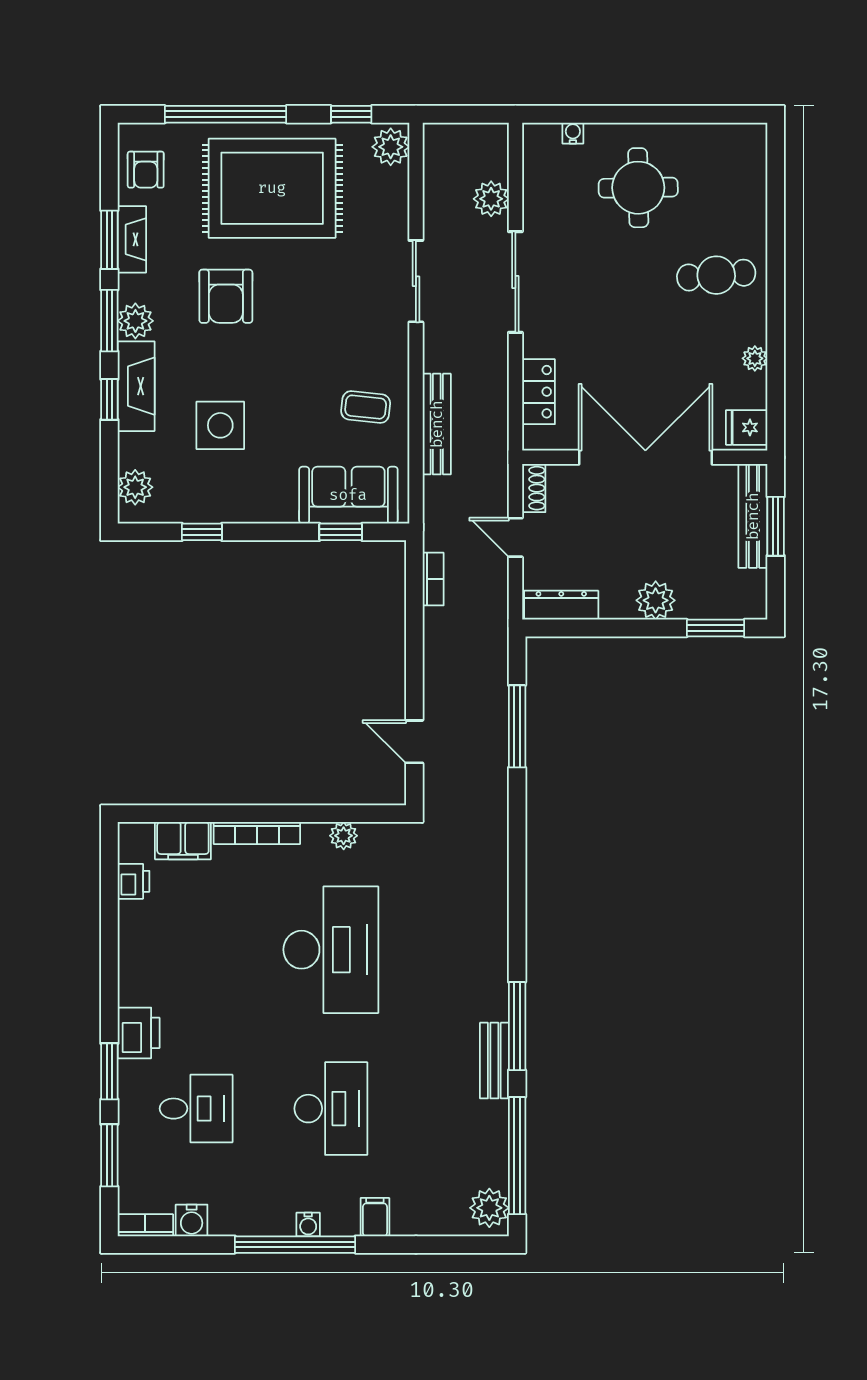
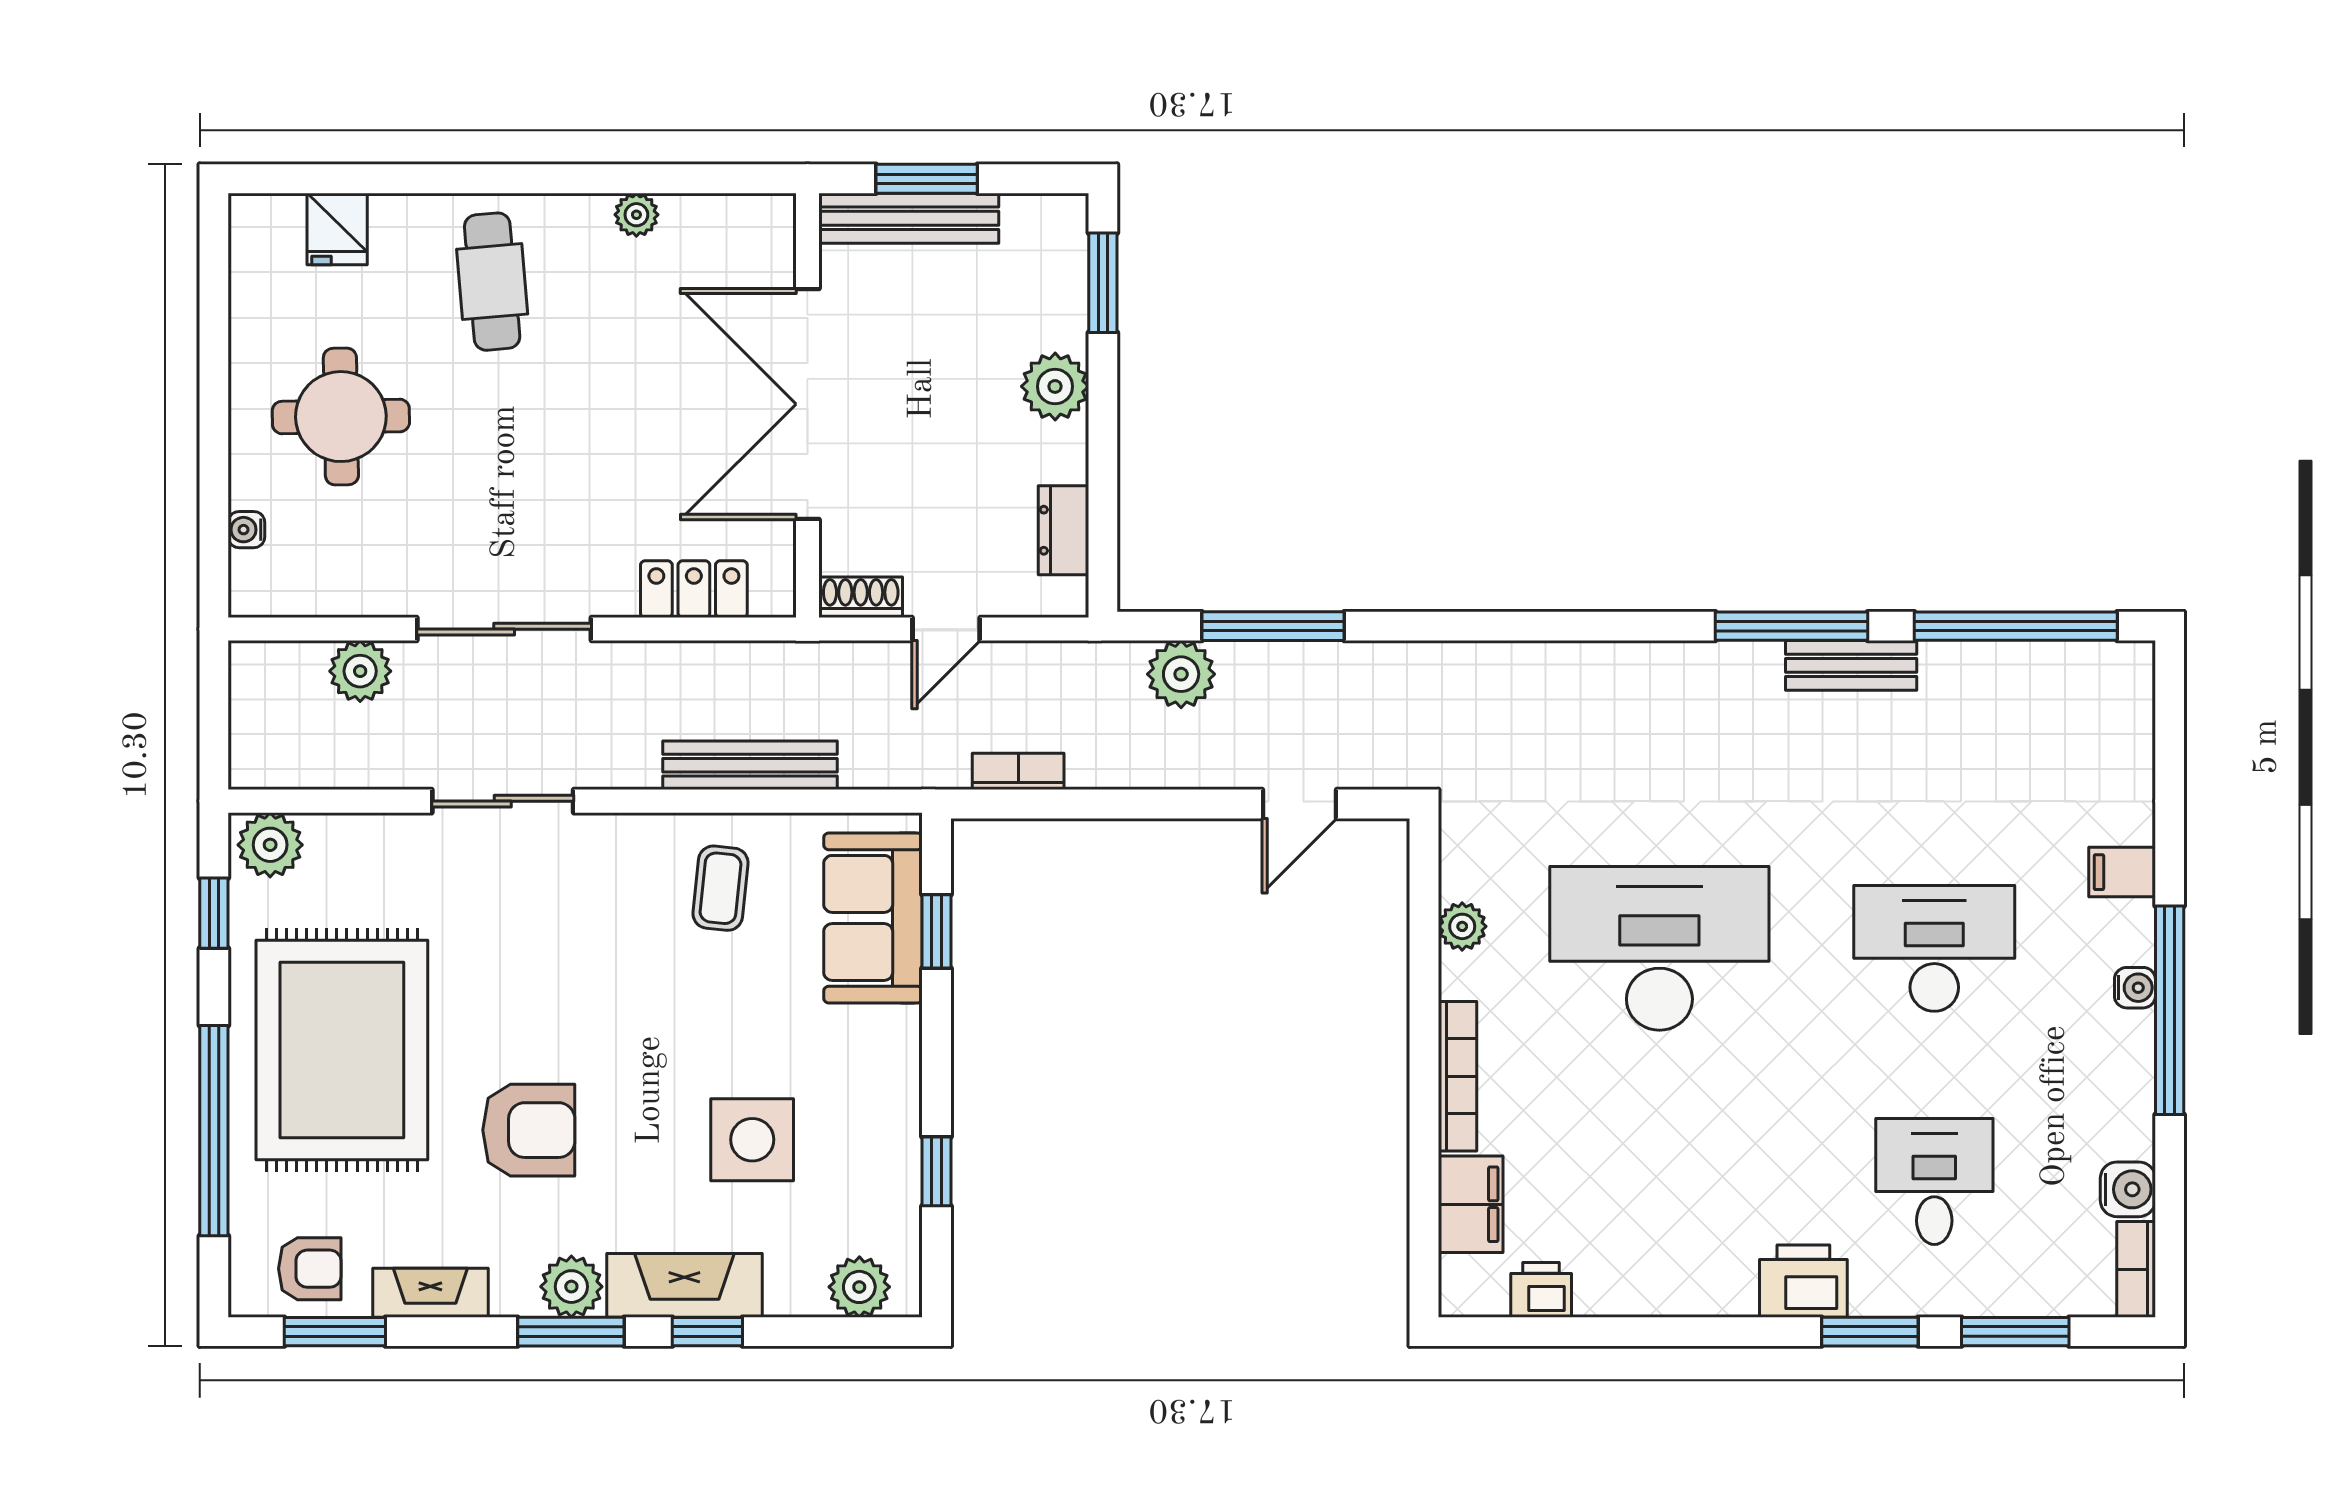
window: (109, 240) -> (335, 1332), moved
fridge: (747, 427) -> (337, 229), moved
dresser: (561, 605) -> (1063, 530), width x0.70
plant: (489, 1208) -> (1181, 674), moved

